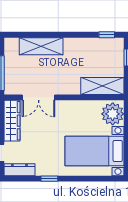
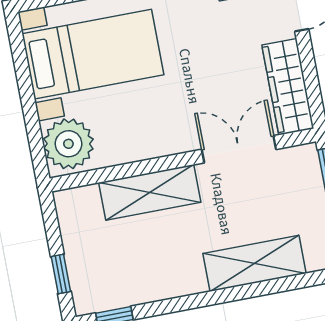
shelving: (102, 86) -> (150, 192), moved

